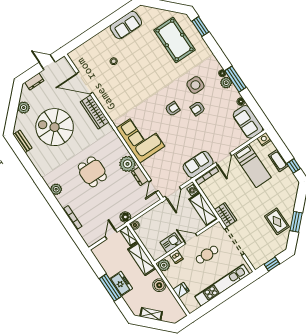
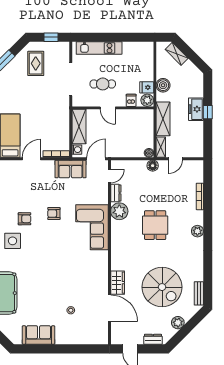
armchair: (172, 109) -> (54, 213), moved
wardrobe: (95, 112) -> (118, 283), width x0.67
sofa: (198, 164) -> (70, 169), moved
wardrobe: (226, 215) -> (63, 108), removed
rug: (277, 221) -> (36, 63), moved
kitchen sink: (171, 243) -> (128, 116), removed
kitchen unit: (222, 285) -> (99, 48), width x0.73
window: (110, 288) -> (208, 112), width x0.46
fridge: (181, 290) -> (147, 87), moved
shelving: (151, 314) -> (177, 54), moved

